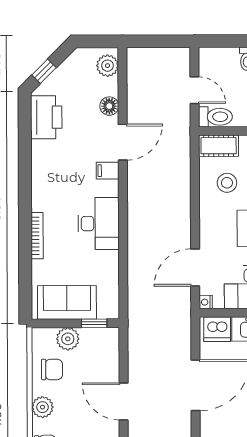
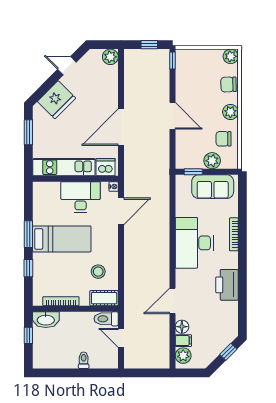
printer: (46, 117) -> (227, 285), moved
filing cabinet: (108, 171) -> (183, 341), moved
desk: (99, 224) -> (194, 243), width x1.36, depth x1.30

